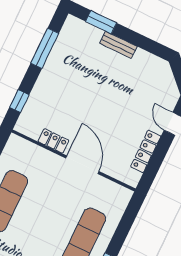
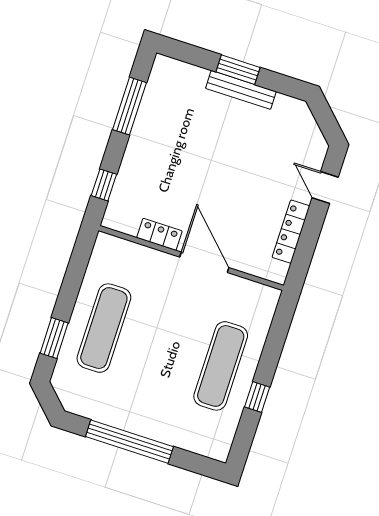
window: (101, 22) -> (238, 70), moved
bench: (118, 45) -> (241, 90), width x1.36

